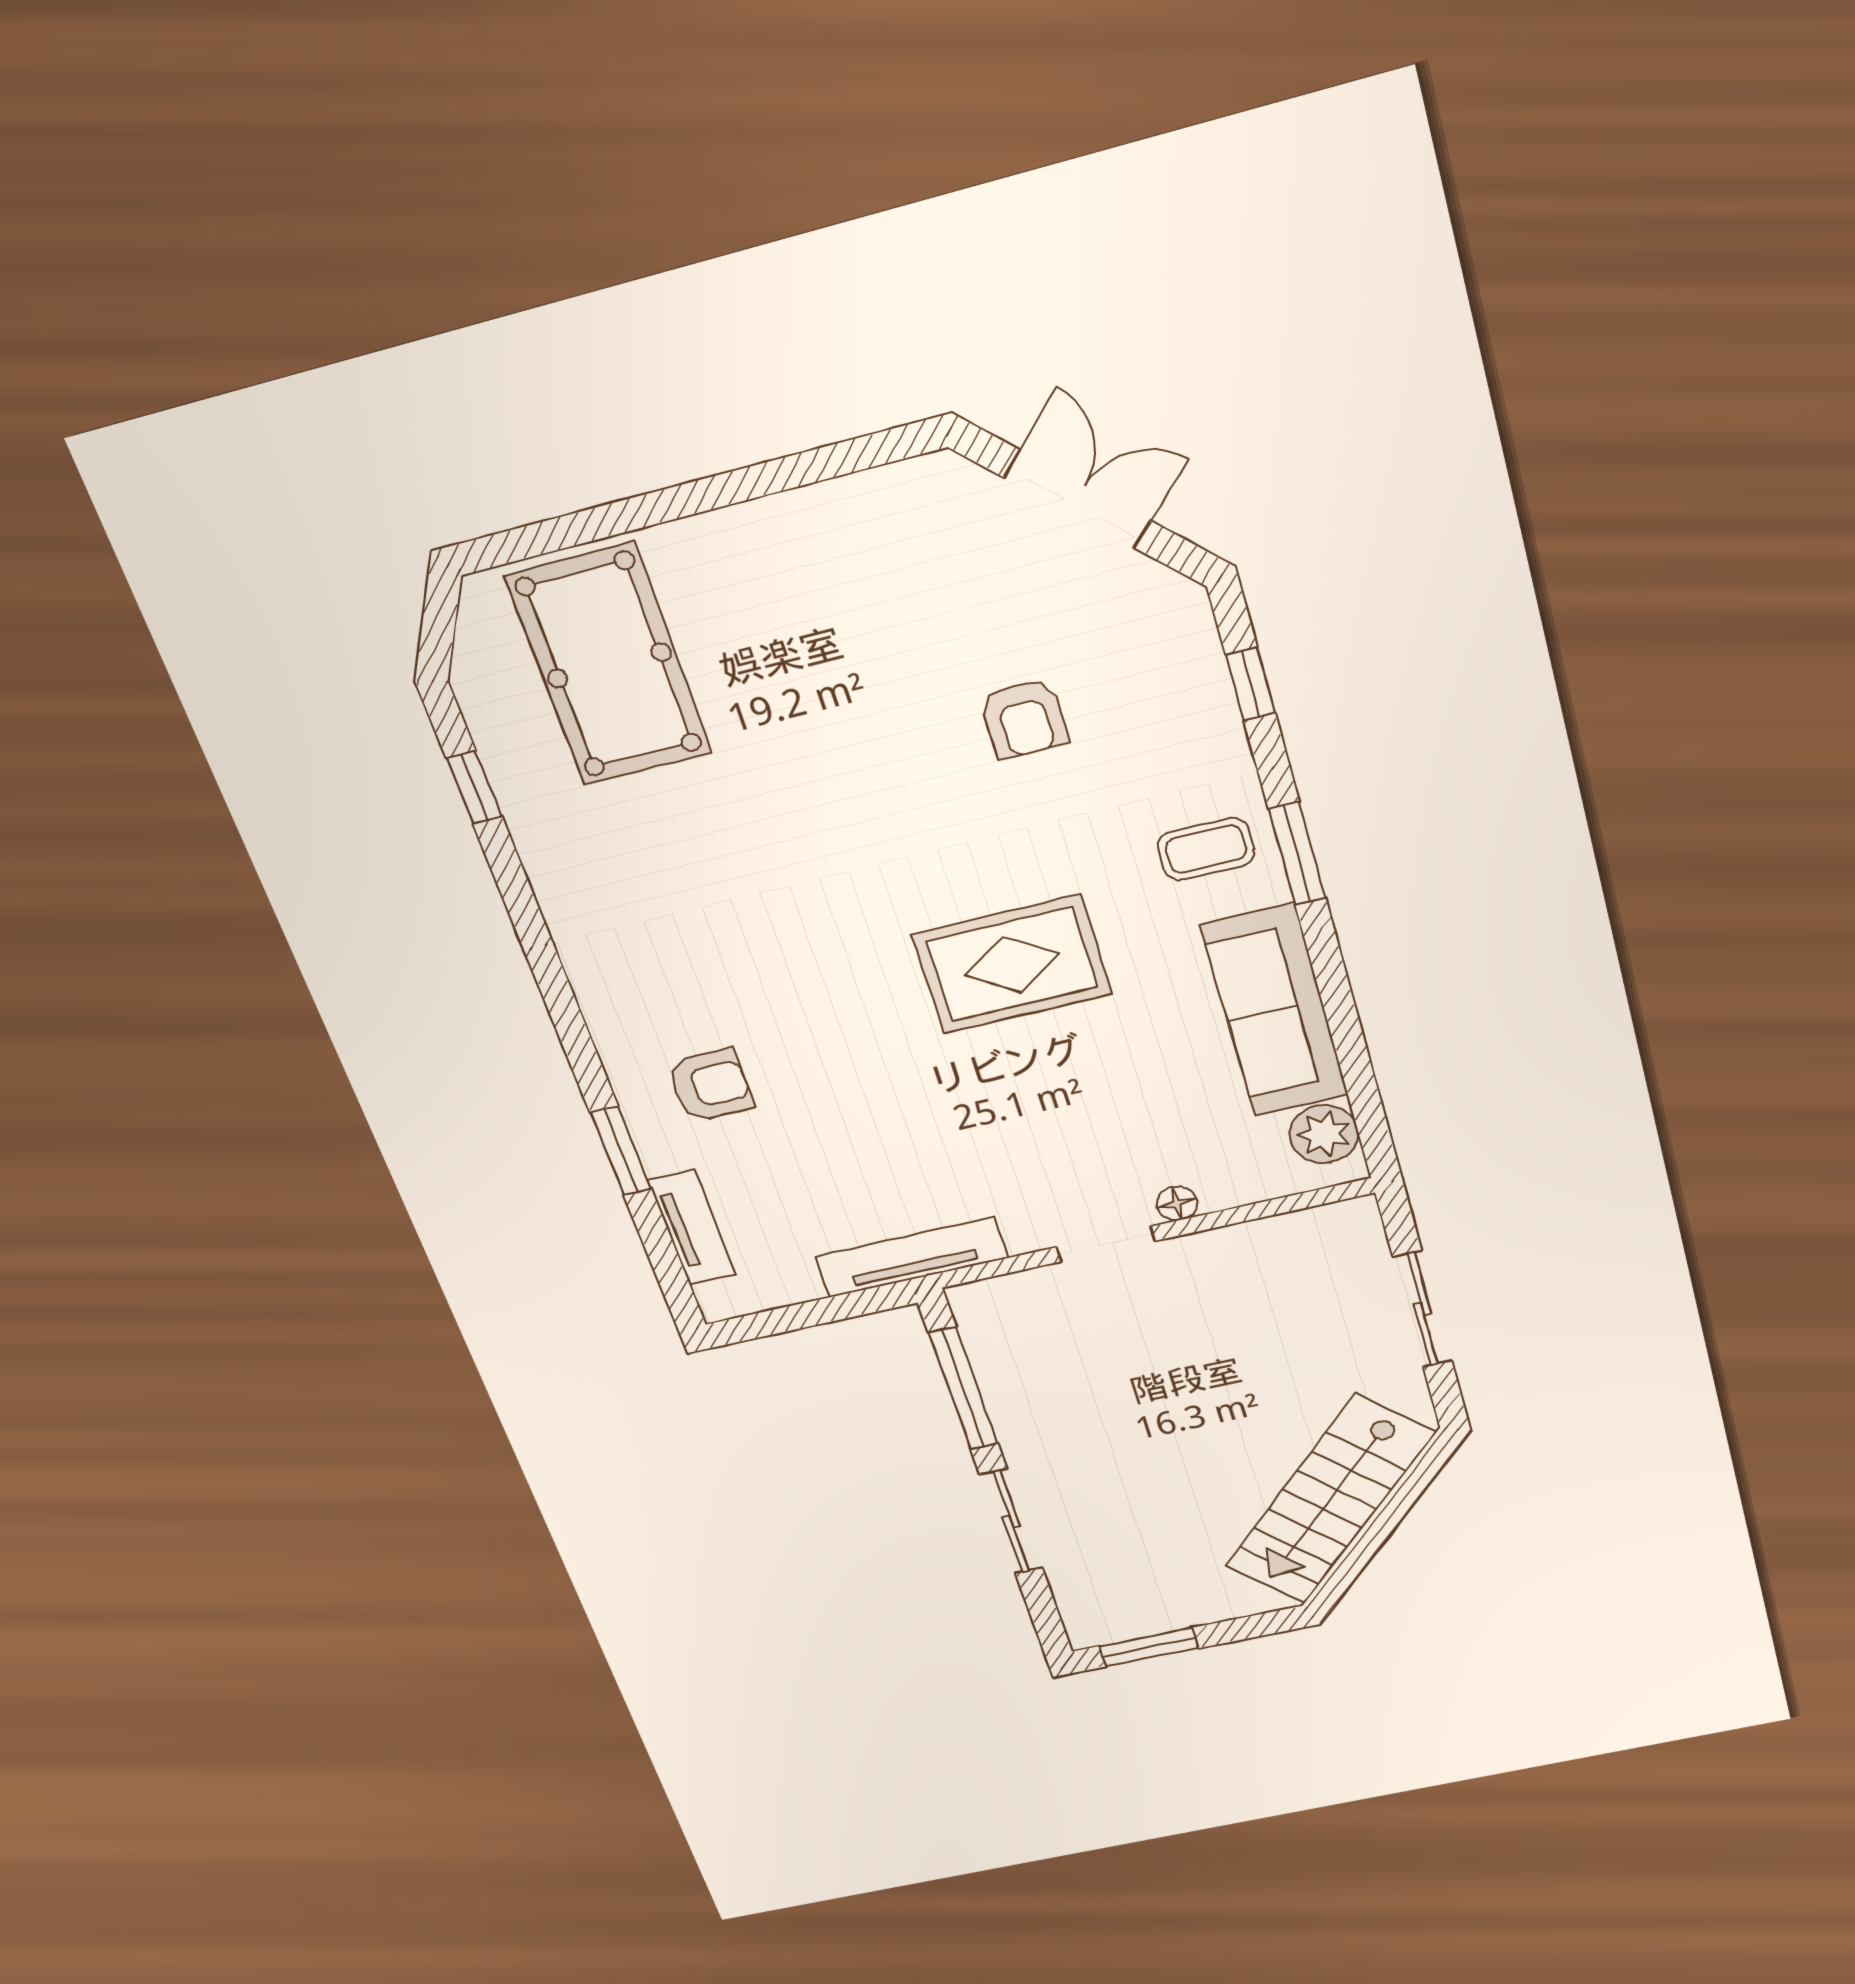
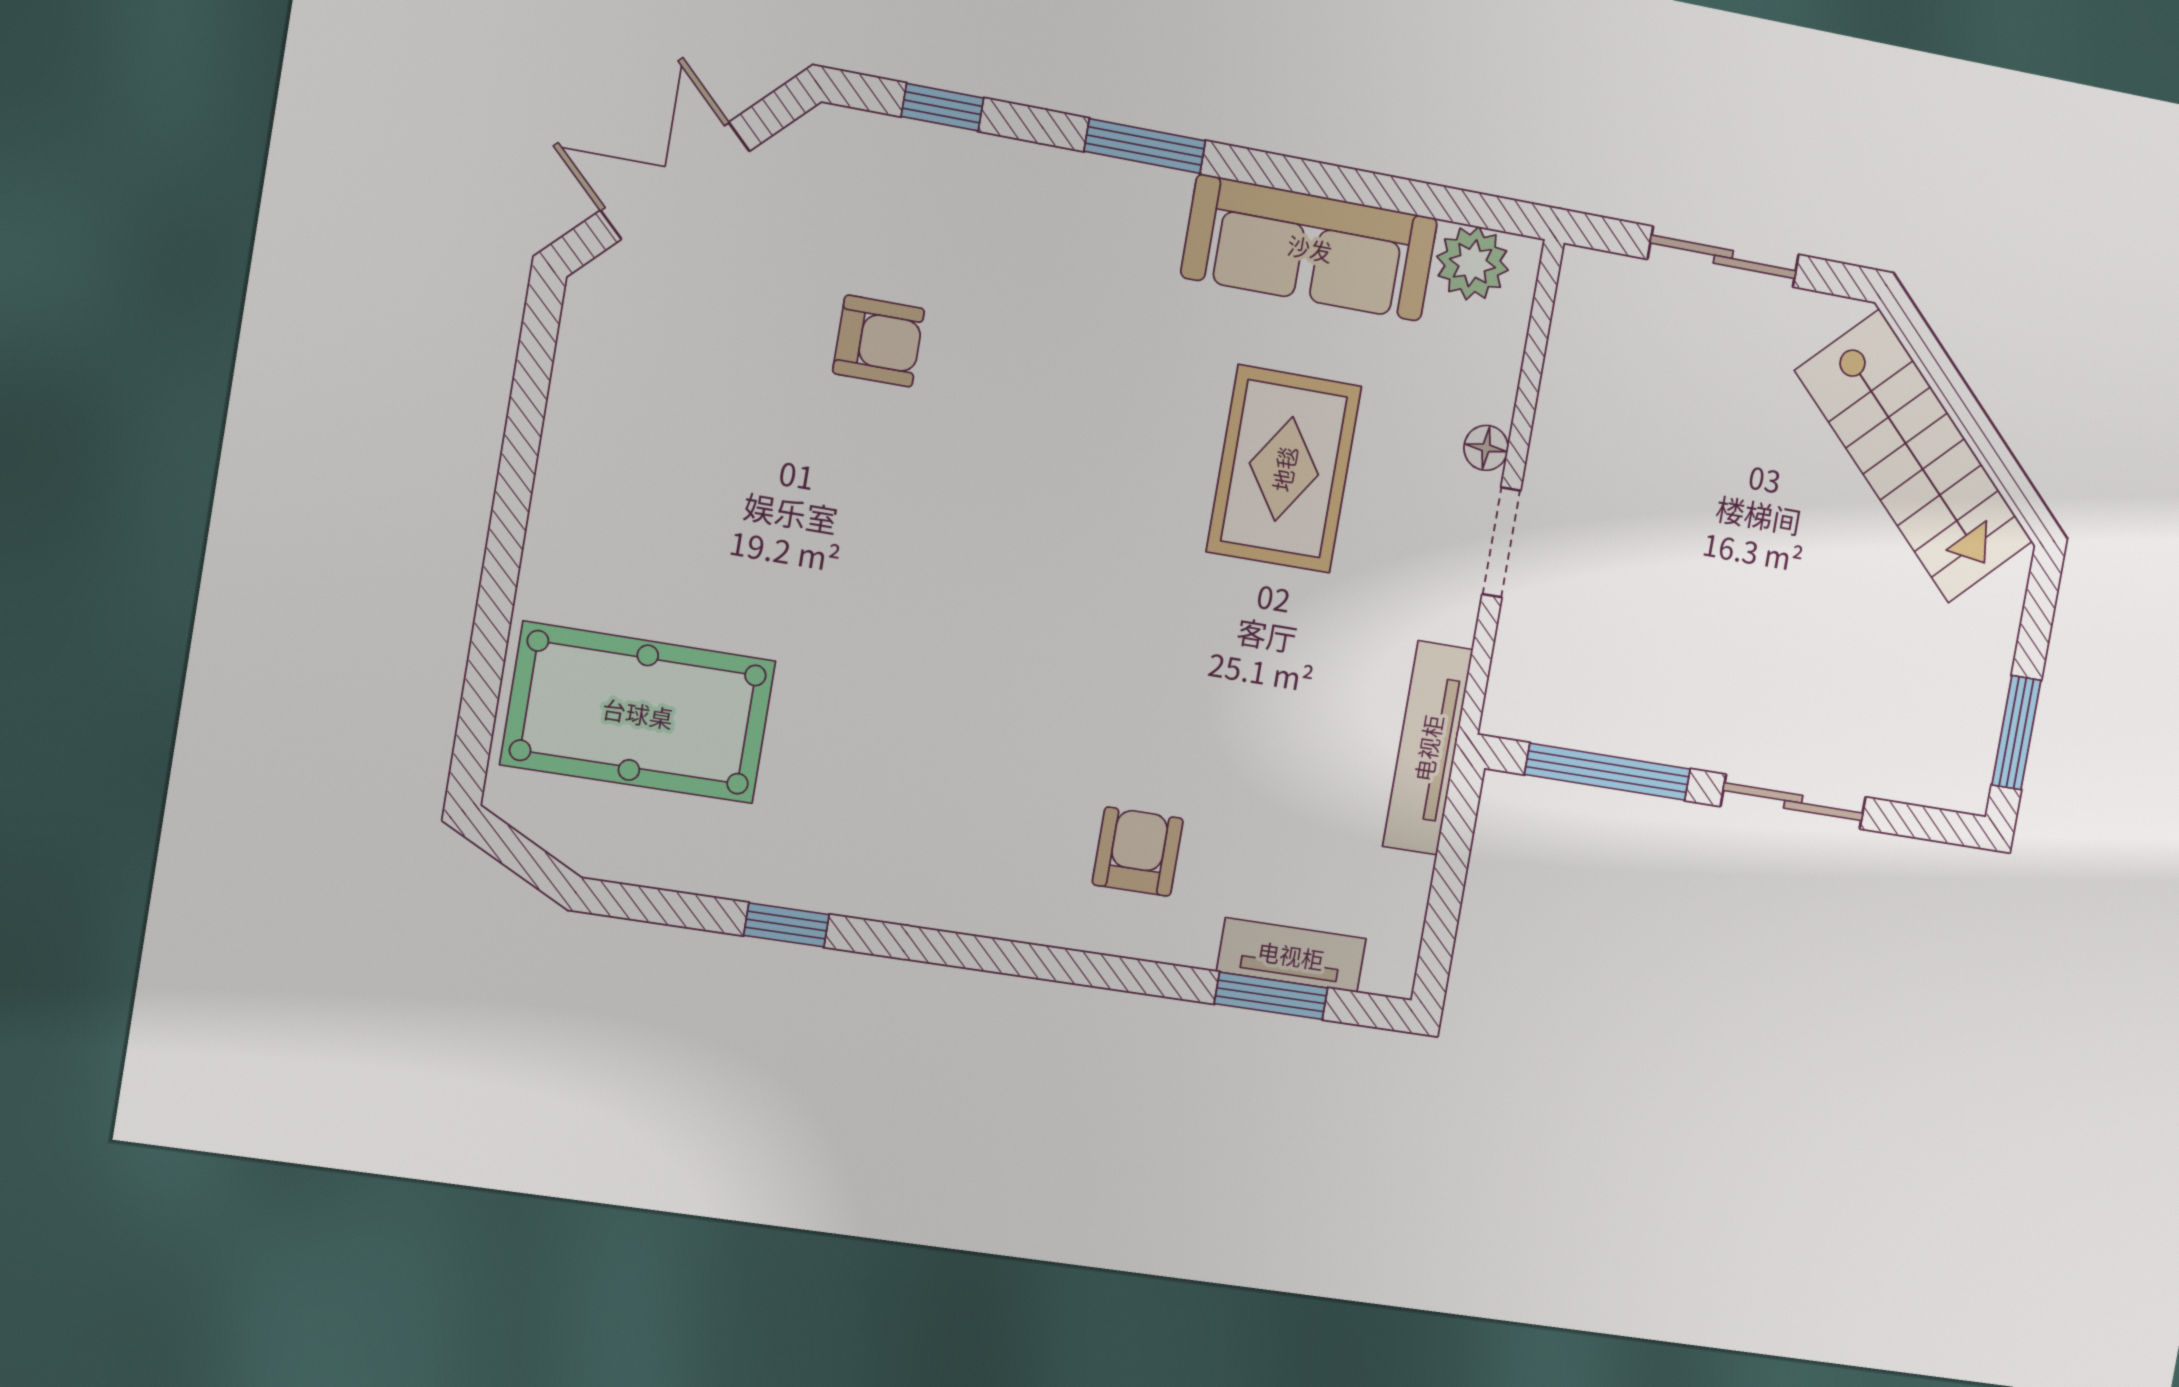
window: (474, 787) -> (786, 925), moved
coffee table: (1206, 849) -> (1099, 232), removed
rug: (1012, 964) -> (1284, 469), moved
window: (621, 1151) -> (1271, 996), moved

